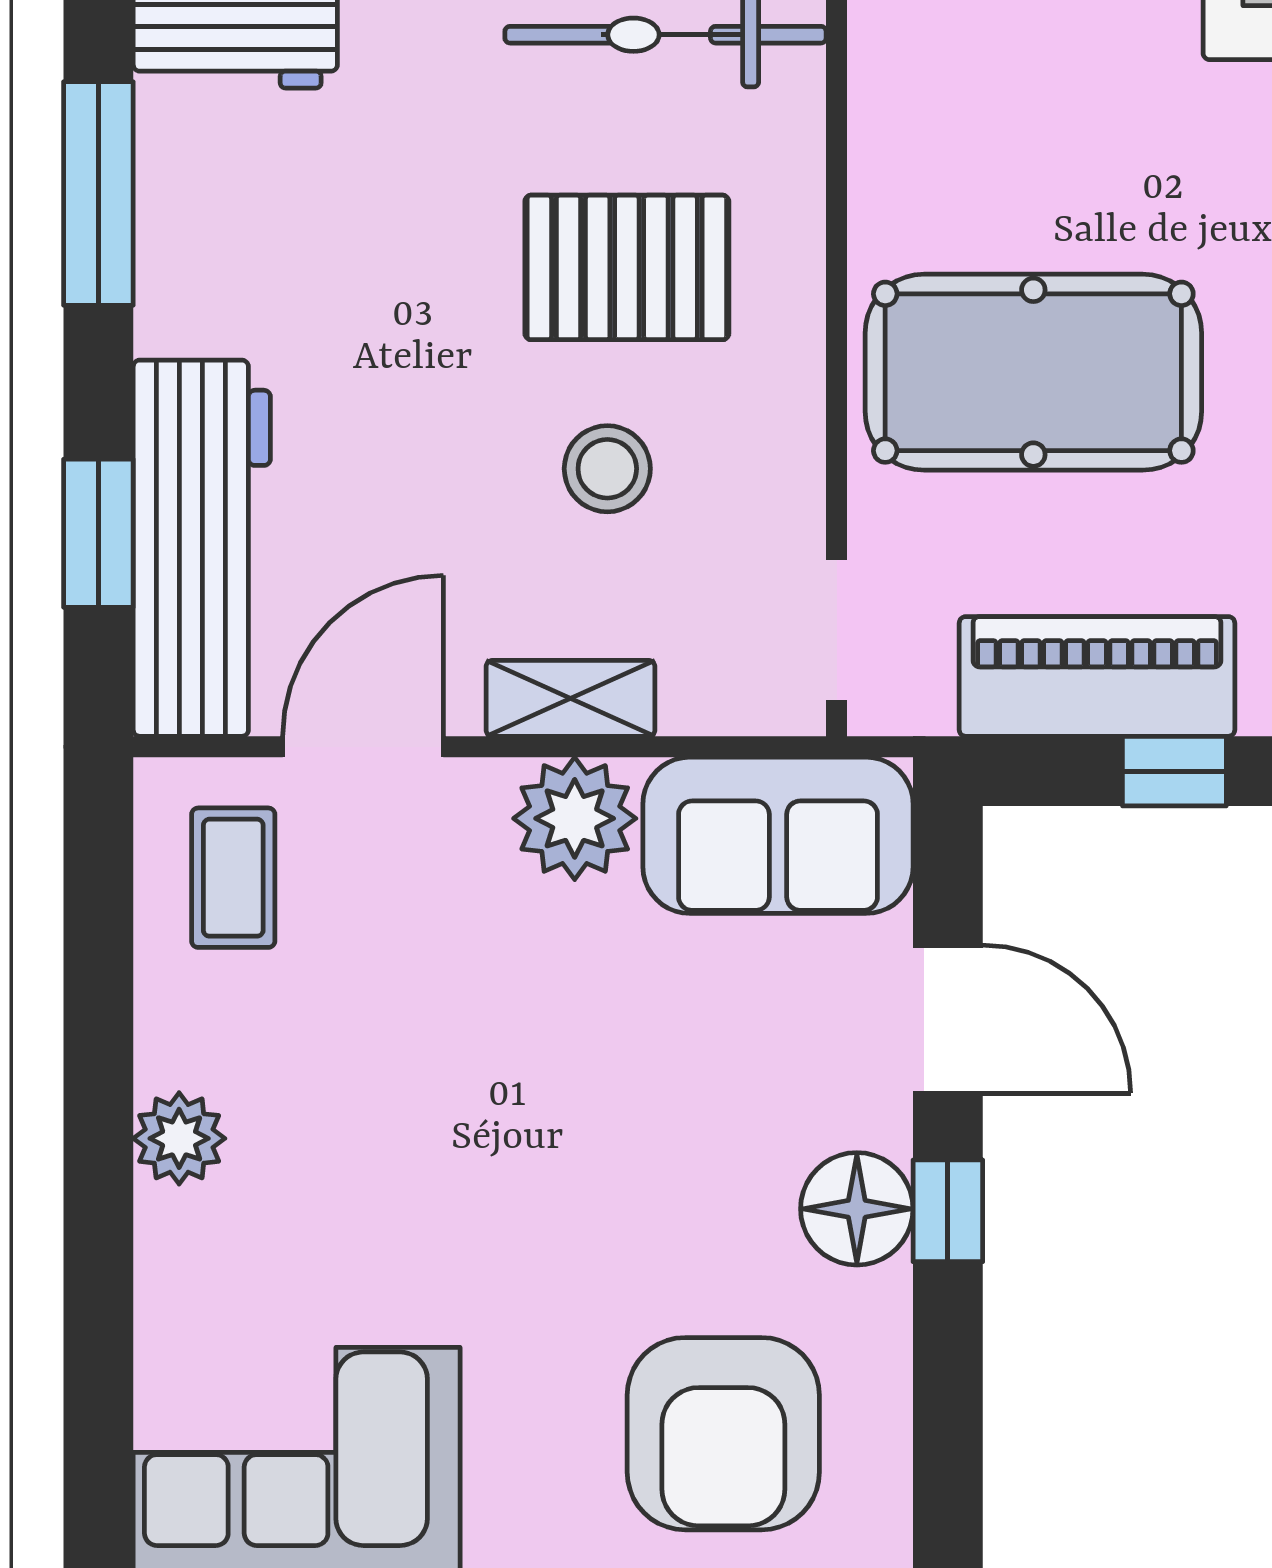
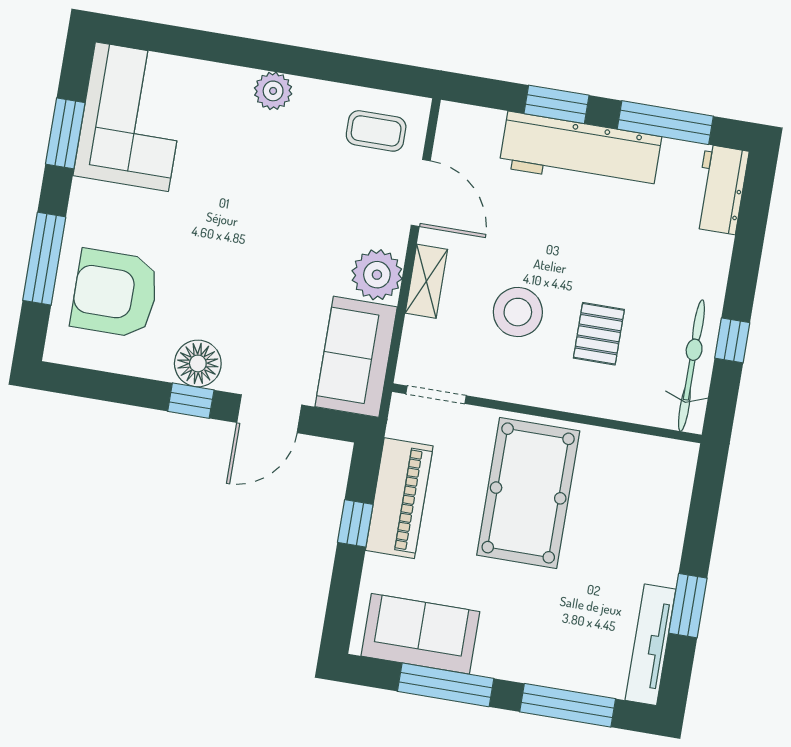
pallet: (627, 267) -> (599, 334), width x0.67, depth x0.71
stool: (607, 469) -> (518, 312), width x1.38, depth x1.38
window: (98, 533) -> (557, 104), moved
workbench: (202, 548) -> (580, 152), moved

